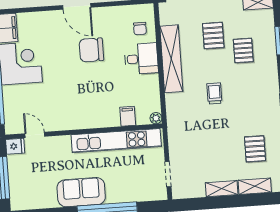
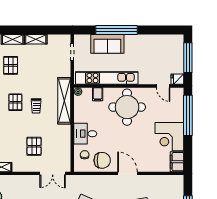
chair: (91, 50) -> (102, 160), moved
pallet: (243, 51) -> (15, 102), moved
shelving: (171, 59) -> (64, 101), moved
round table: (84, 101) -> (127, 107), added
sofa: (81, 192) -> (107, 44), moved

